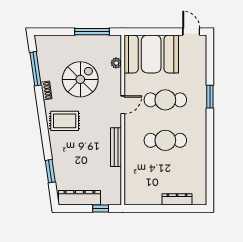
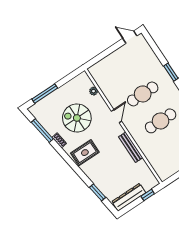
window: (92, 32) -> (45, 94), moved
booth: (151, 54) -> (113, 70), removed
spiral stairs: (80, 79) -> (77, 118), turned -90

